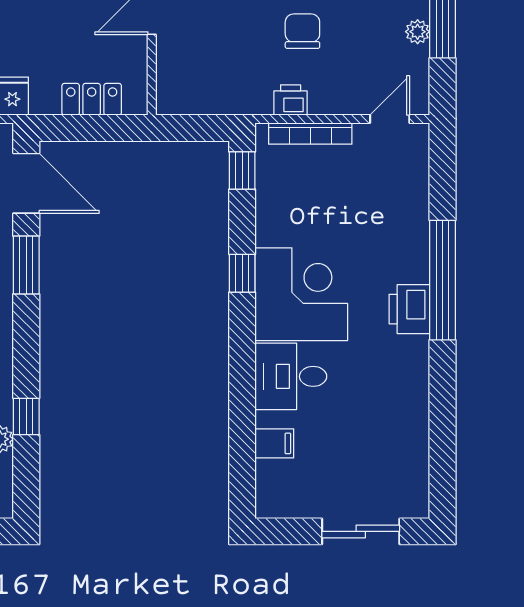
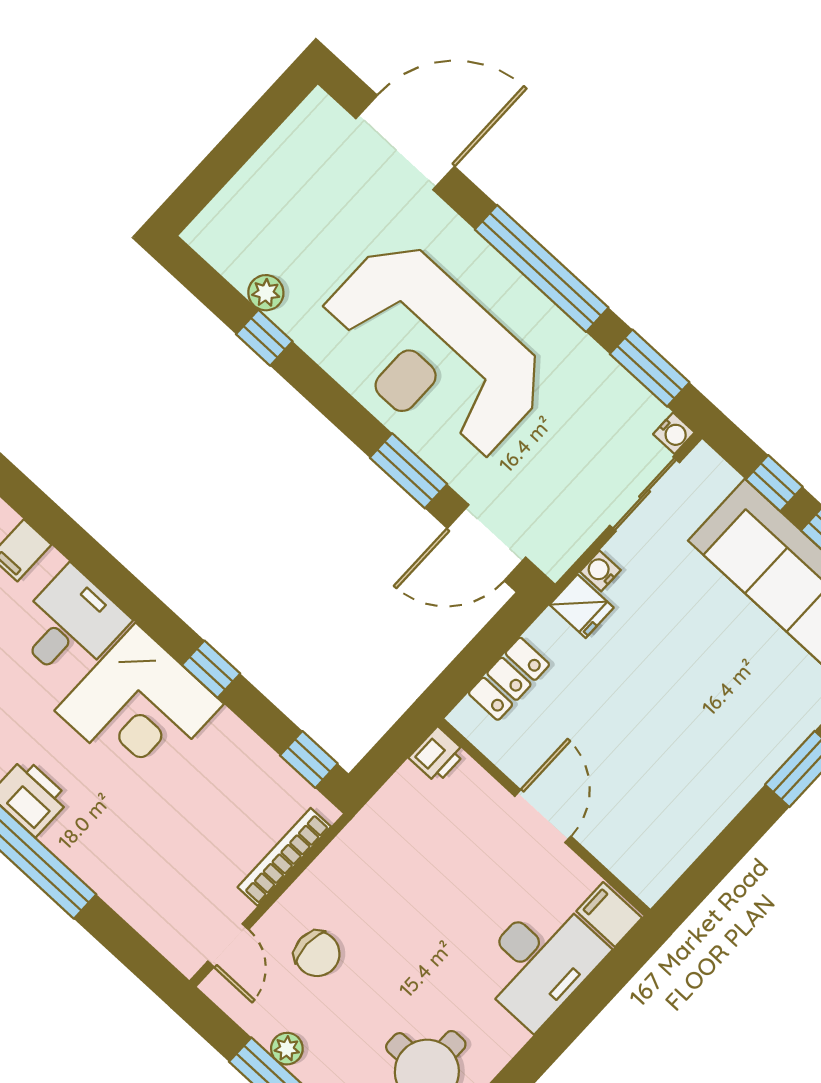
chair: (302, 31) -> (317, 954), moved
printer: (291, 100) -> (437, 755), moved

